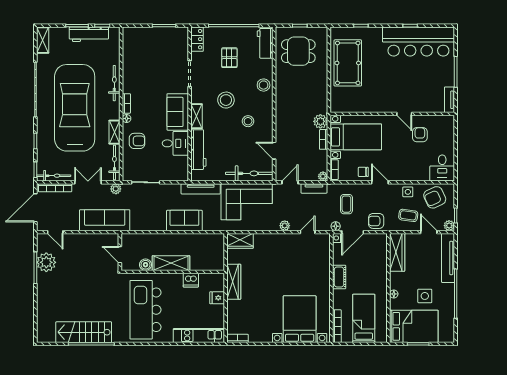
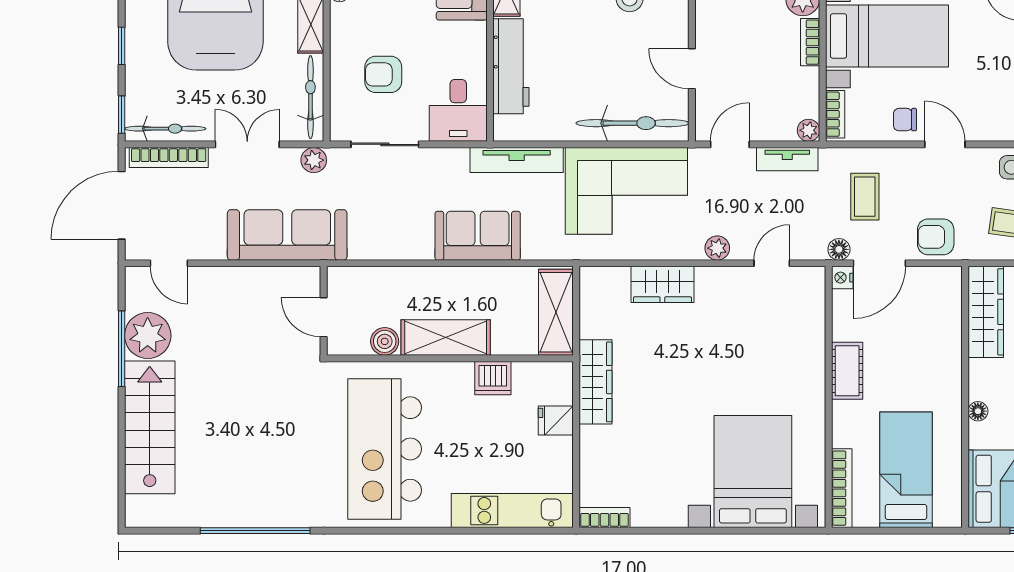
armchair: (137, 141) -> (383, 74), moved, turned 180
desk: (175, 143) -> (458, 110), moved, turned 90
wardrobe: (240, 241) -> (662, 284), moved
shelving: (217, 253) -> (556, 312), added
stairs: (84, 332) -> (150, 427), moved, turned 90

